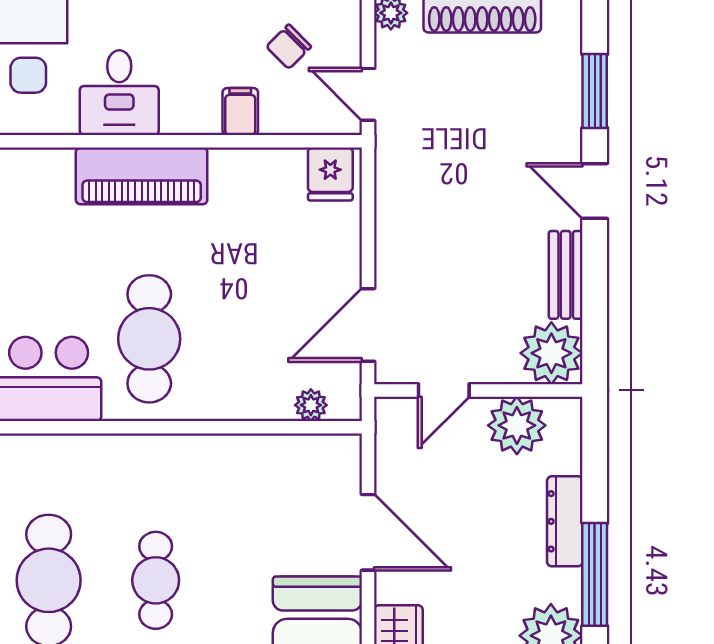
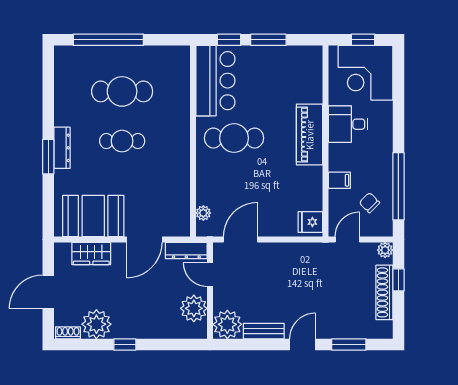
door: (368, 325) -> (240, 239), hinge flipped
dresser: (565, 521) -> (186, 250), moved, turned 180
window: (595, 574) -> (125, 345), width x0.46

